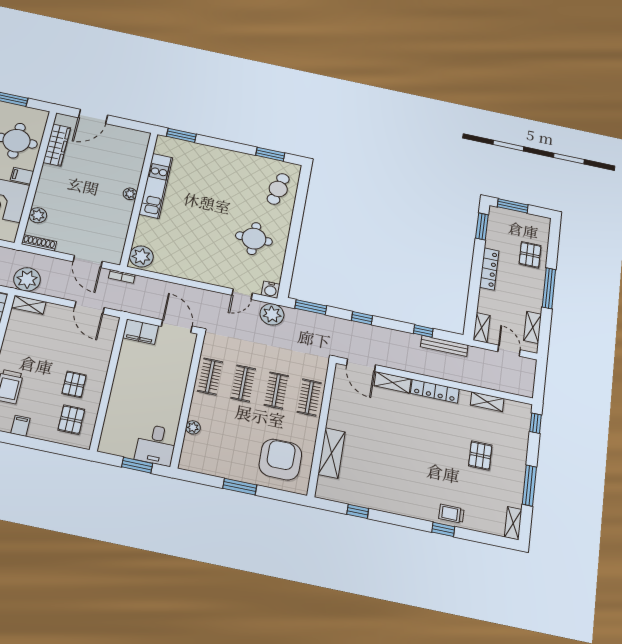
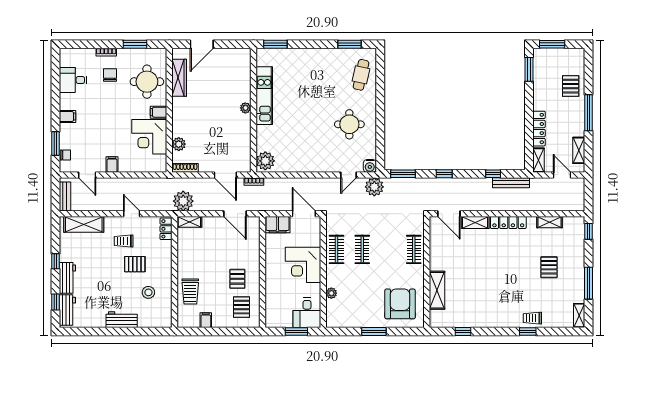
locker: (489, 269) -> (539, 129), moved
corner desk: (163, 386) -> (303, 265), added
clothes rail: (276, 390) -> (388, 249), removed

